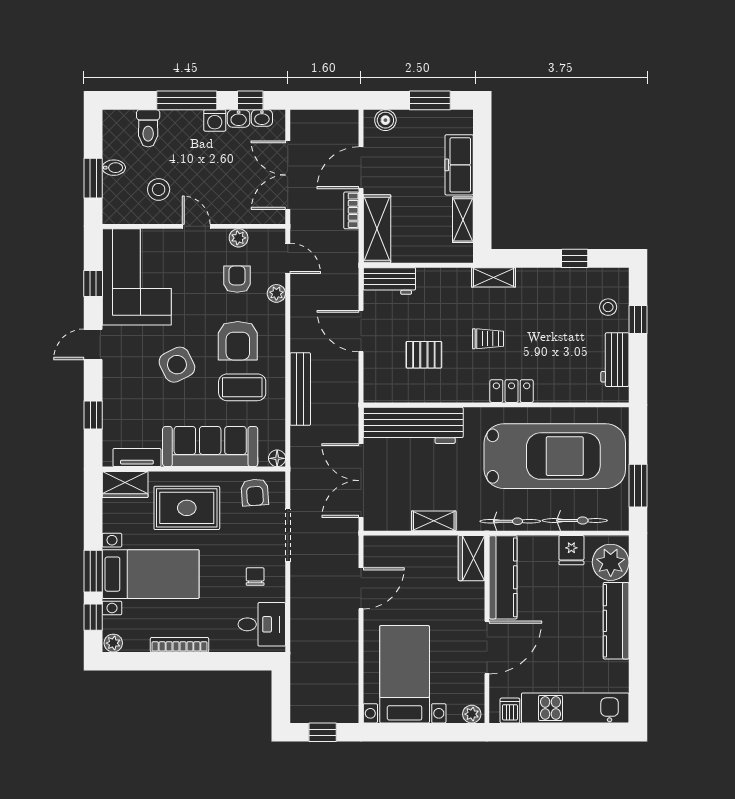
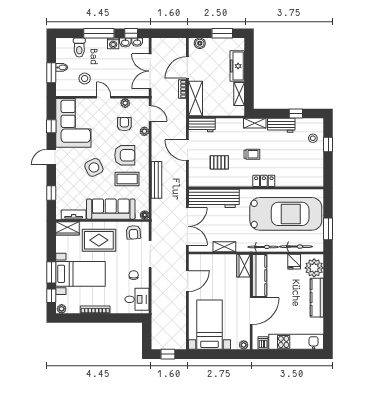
armchair: (238, 341) -> (125, 155), turned -90
workbench: (615, 360) -> (281, 125), moved, turned -90
double door: (361, 481) -> (187, 226), swing flipped

